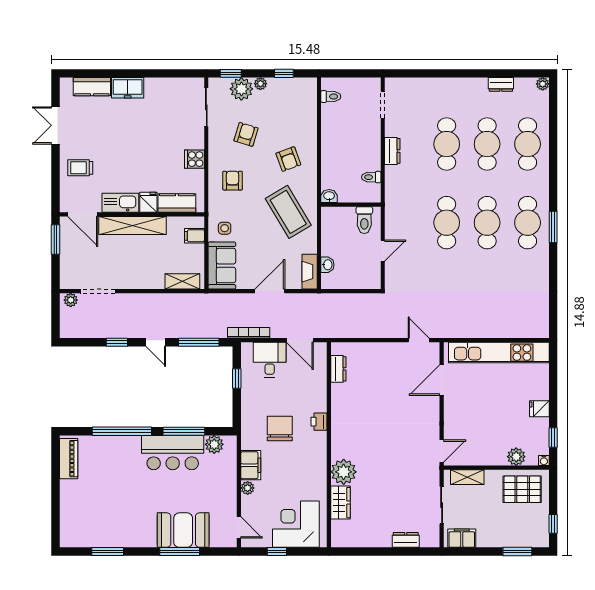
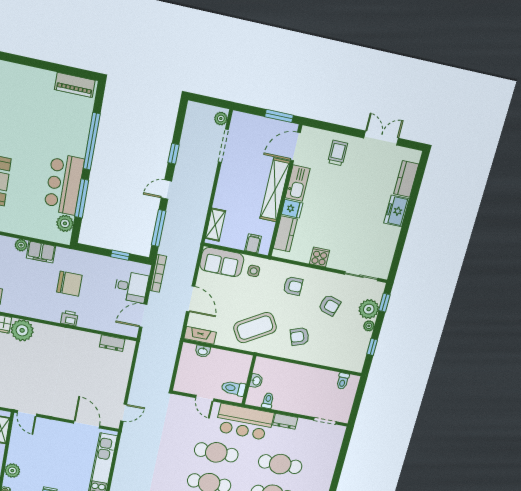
washbasin: (329, 196) -> (256, 381), moved
bar counter: (403, 198) -> (244, 422), added

